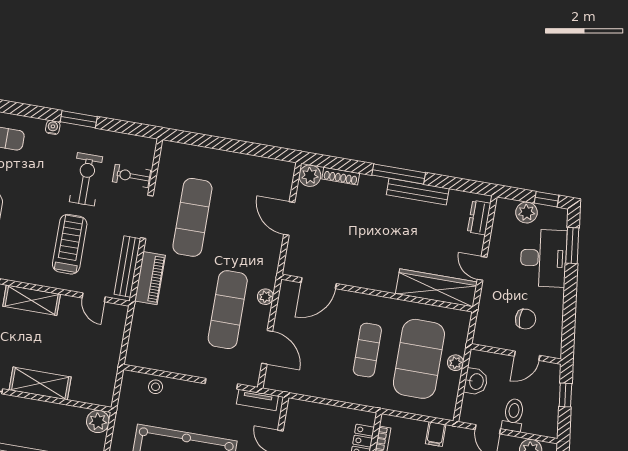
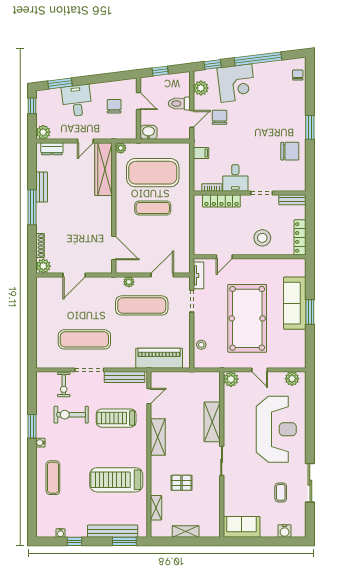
bench: (418, 192) -> (42, 187), width x0.73
plant: (527, 212) -> (43, 132), moved
desk: (543, 258) -> (77, 101), width x0.73
piano: (150, 278) -> (159, 358), moved, width x1.37, depth x1.33
plant: (455, 363) -> (121, 148), moved
washbasin: (476, 381) -> (148, 132), moved

